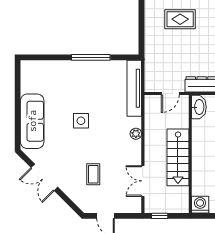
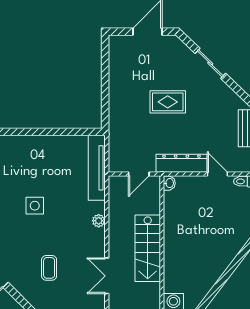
rug: (180, 19) -> (168, 102), moved
window: (91, 57) -> (46, 132), removed
washbasin: (199, 107) -> (169, 183), width x0.52, depth x0.69

